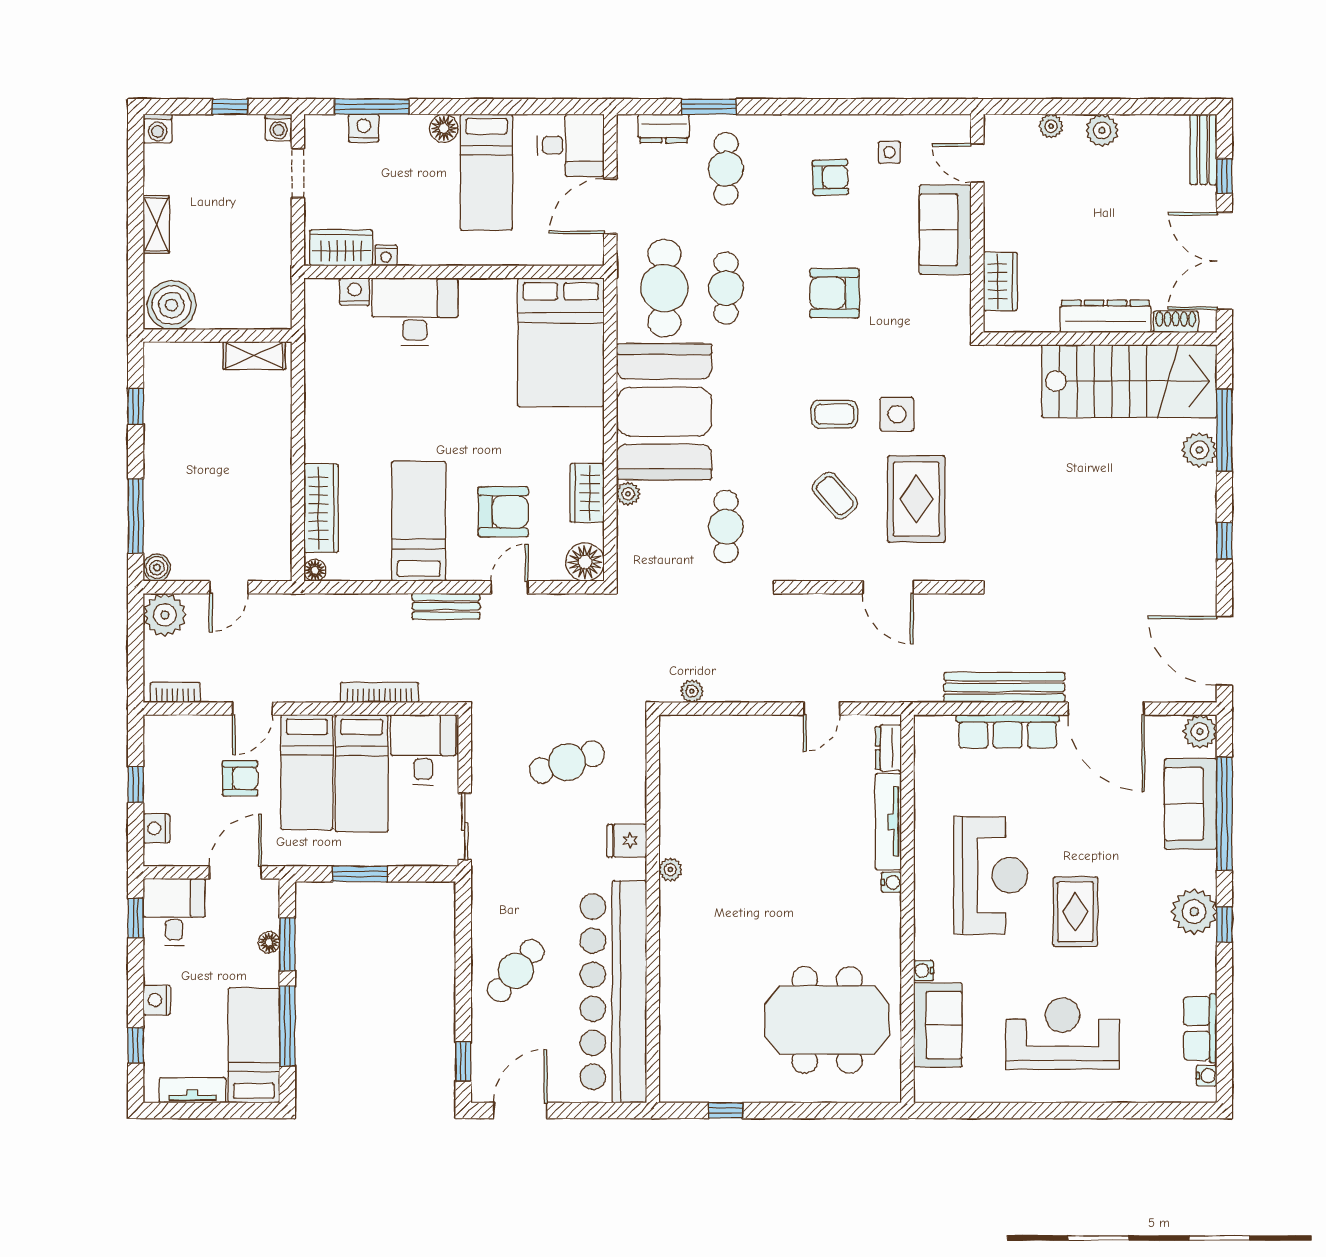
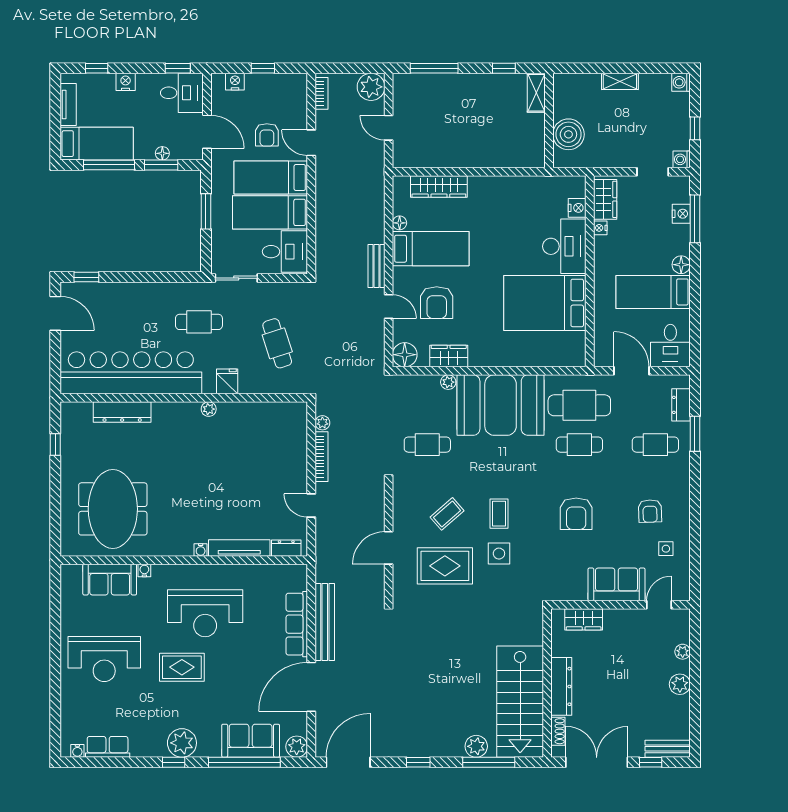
armchair: (835, 293) -> (576, 514), turned 180
boiler: (172, 305) -> (568, 134), moved
bed: (561, 342) -> (545, 303), moved
shelving: (254, 356) -> (536, 93), moved
boiler: (157, 568) -> (401, 82), removed
floor lamp: (315, 570) -> (400, 223), moved
bookcase: (379, 692) -> (322, 457), moved
cafe table: (516, 971) -> (199, 322), moved, turned -40
dresser: (675, 1005) -> (122, 412), added
reception desk: (1062, 1034) -> (104, 659), turned 90

